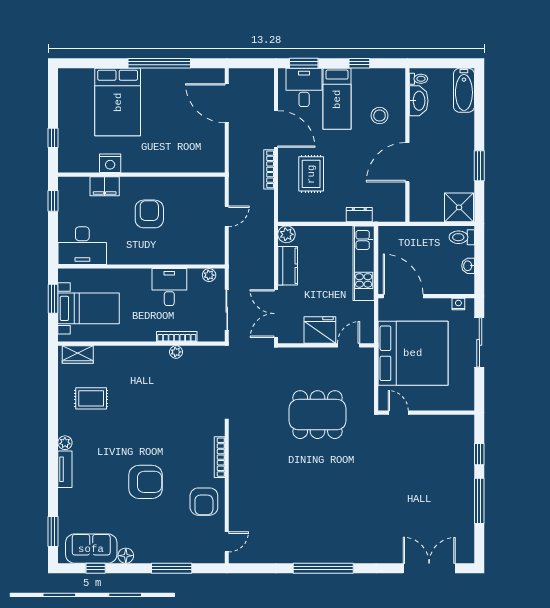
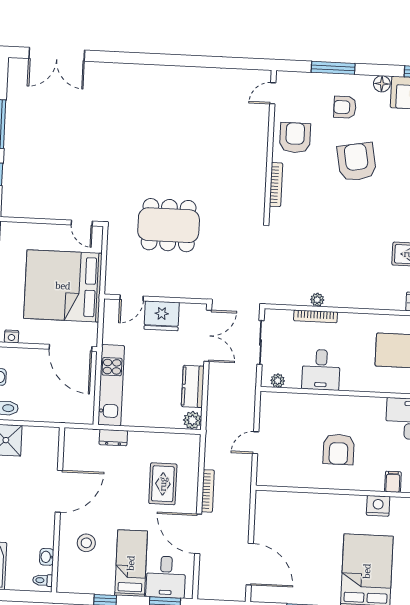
washbasin: (419, 101) -> (47, 557), width x0.52, depth x0.69
filing cabinet: (105, 186) -> (393, 482), width x0.50
armchair: (146, 482) -> (357, 162), turned 80
armchair: (159, 532) -> (345, 107), added
window: (323, 568) -> (170, 60), removed

